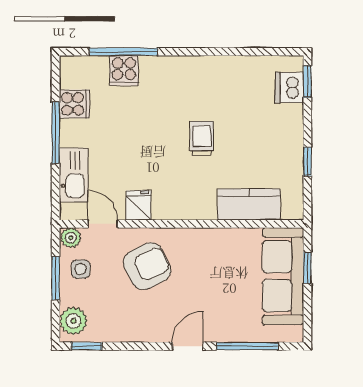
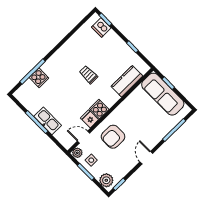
cooker: (74, 104) -> (99, 109), moved, turned -90
kitchen sink: (74, 175) -> (48, 121), moved
armchair: (147, 266) -> (113, 137), turned -153
door: (188, 346) -> (146, 158), moved

